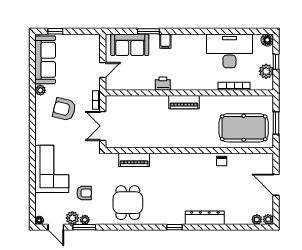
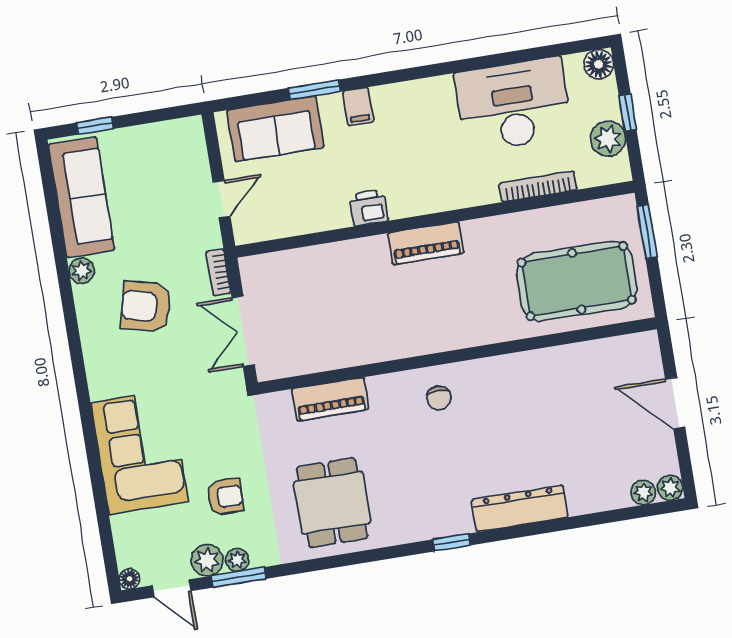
window: (276, 123) -> (647, 232), moved
chair: (222, 161) -> (439, 398), moved

